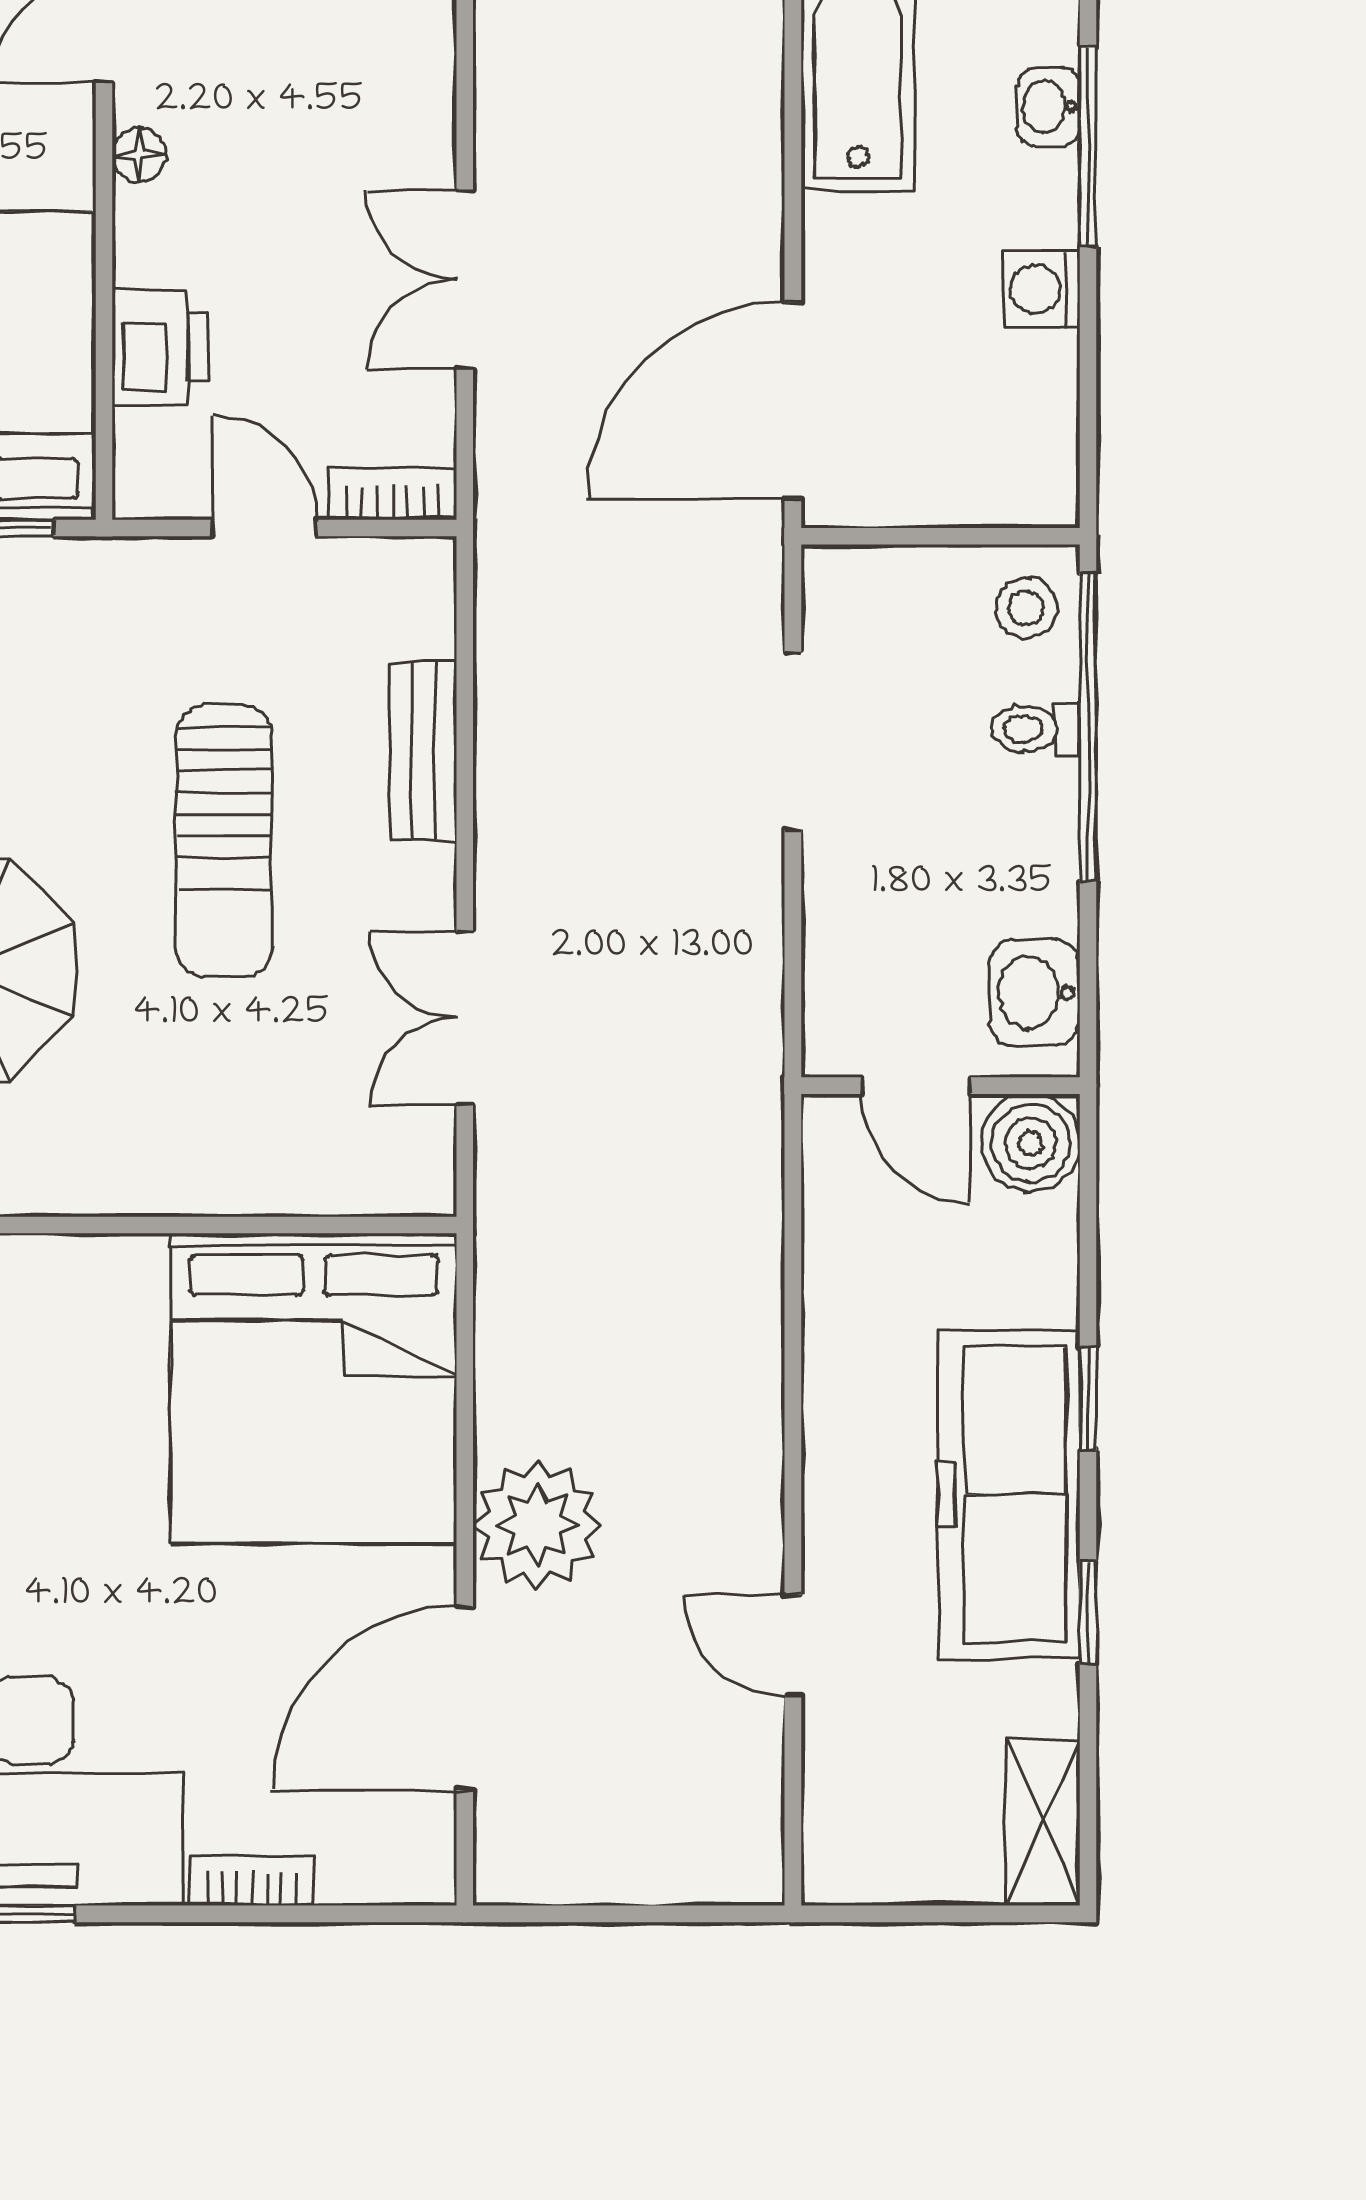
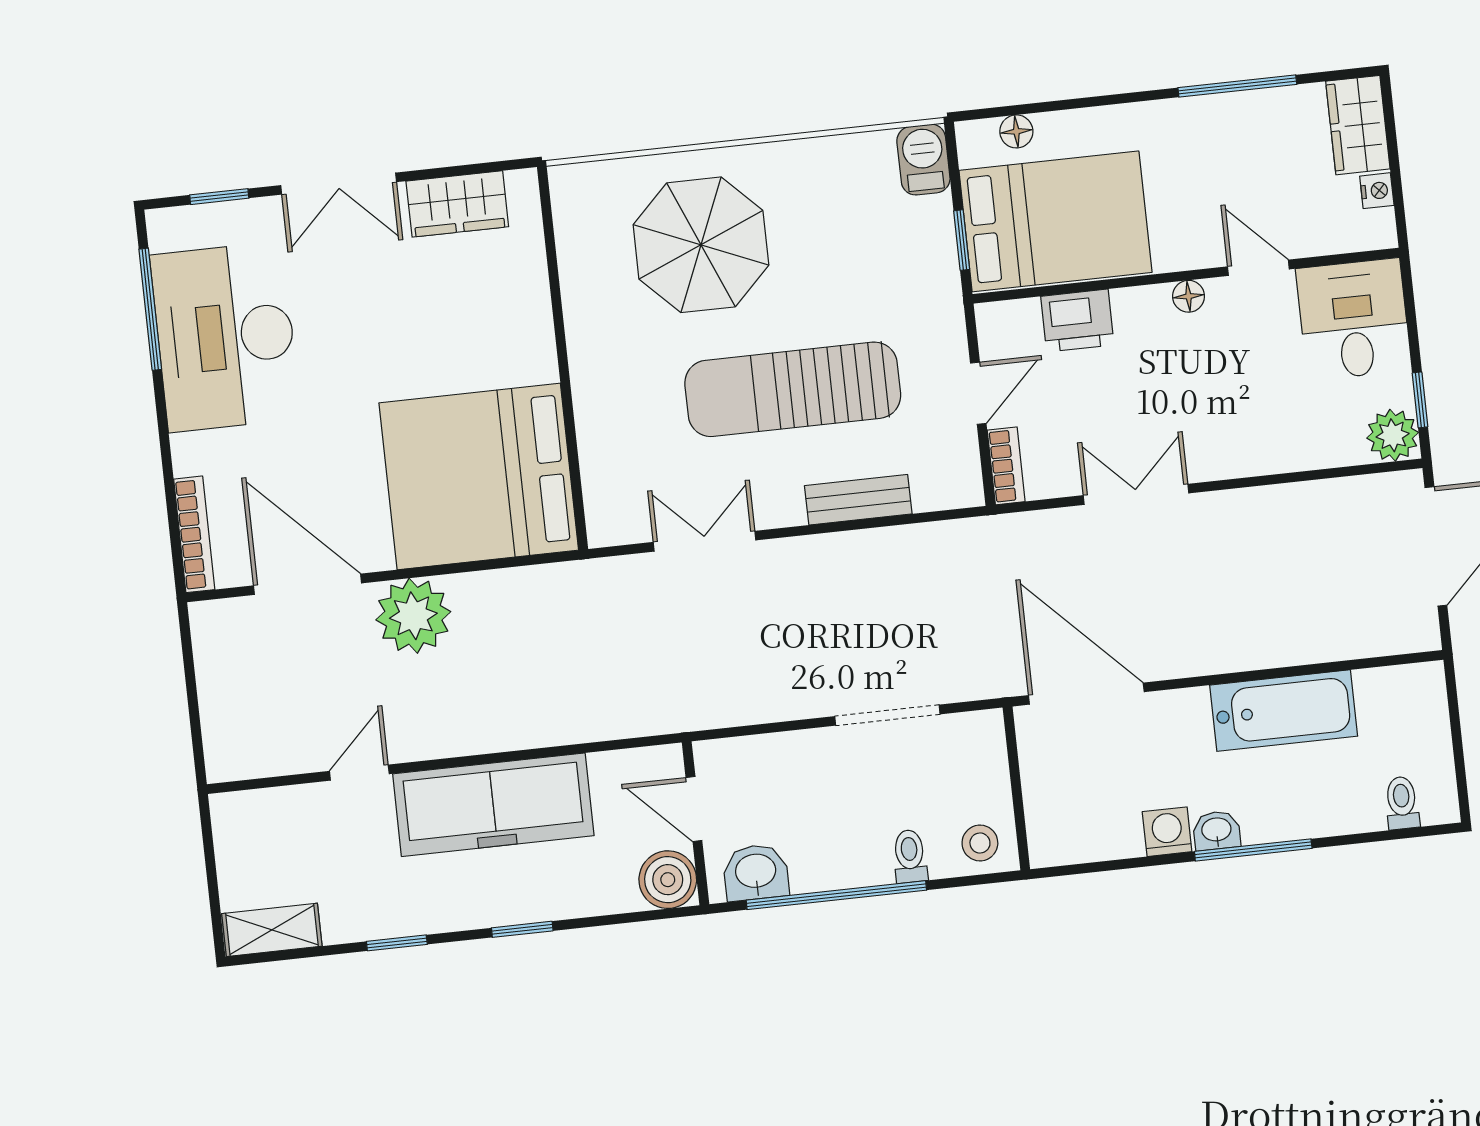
washbasin: (1048, 107) -> (1217, 830), moved
window: (1088, 727) -> (836, 895), moved
sun lounger: (224, 841) -> (793, 389), width x1.36, depth x1.34
door: (916, 1086) -> (694, 809), hinge flipped
freezer: (1009, 1494) -> (493, 805), moved, turned 180
bookcase: (252, 1881) -> (194, 534), moved, width x1.56

